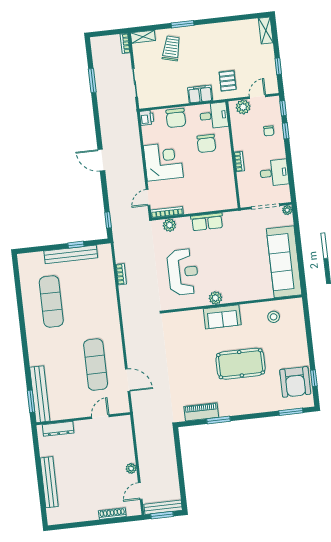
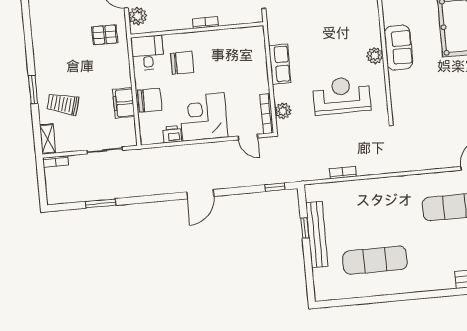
filing cabinet: (200, 94) -> (124, 103), moved
printer: (147, 118) -> (172, 134), moved

